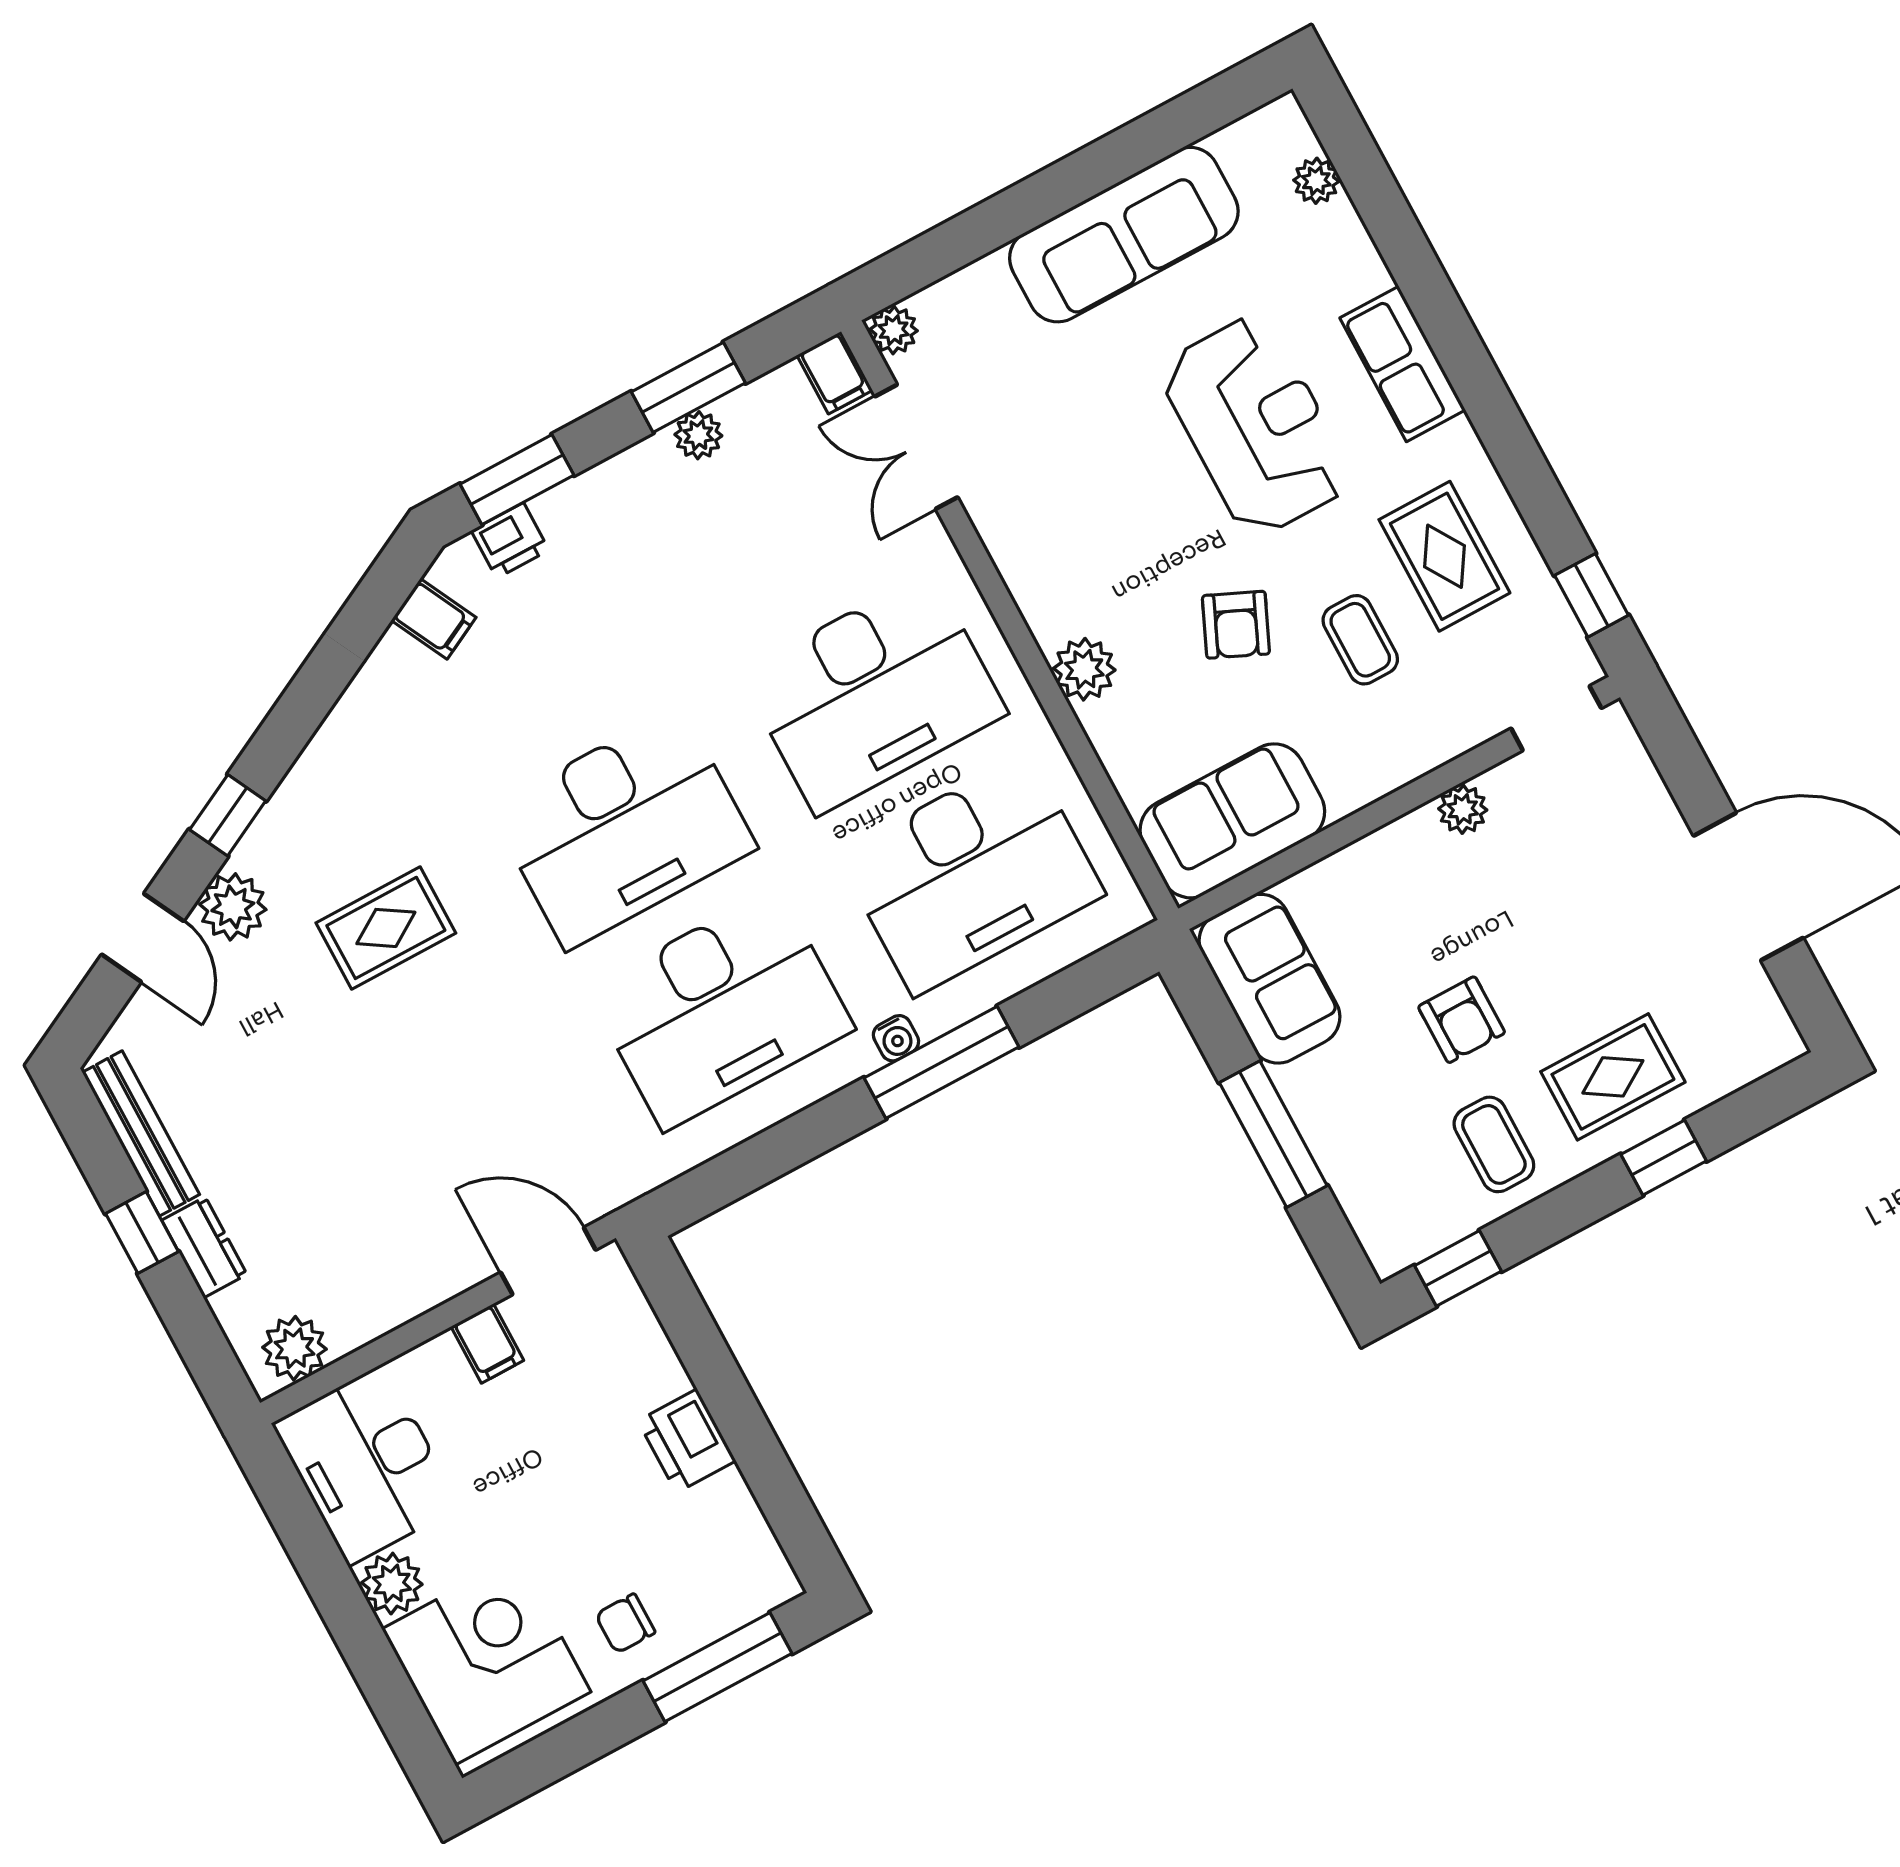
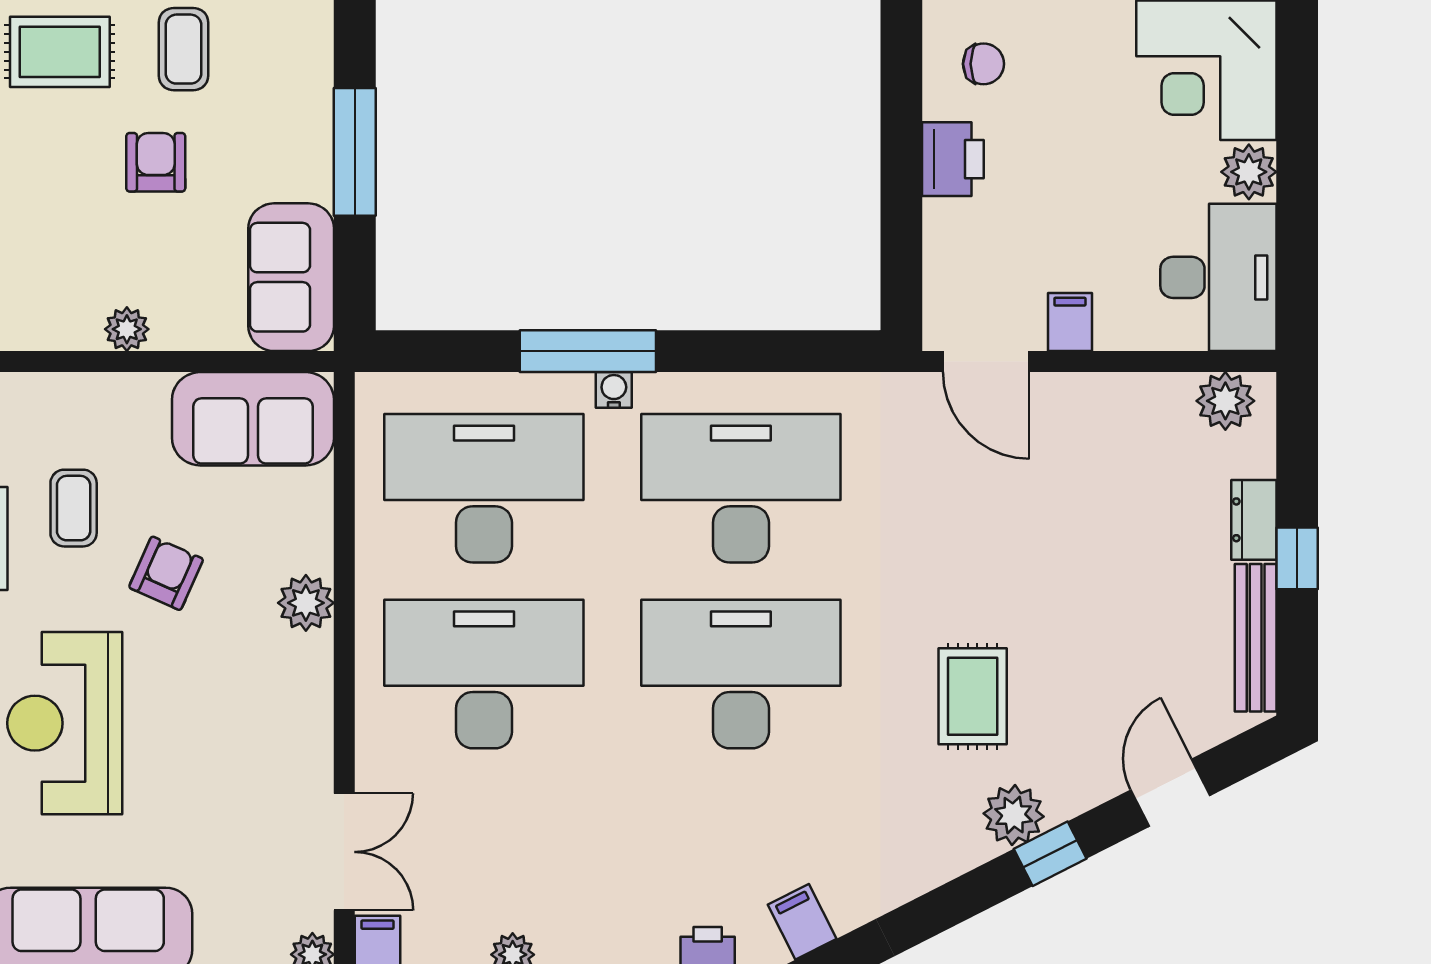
plant: (1463, 809) -> (127, 329), moved
plant: (233, 907) -> (1014, 815), moved
rug: (386, 928) -> (973, 696), turned 90
chair: (625, 1623) -> (983, 64), moved

